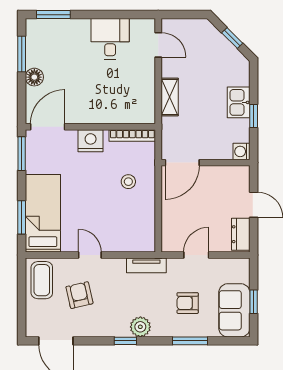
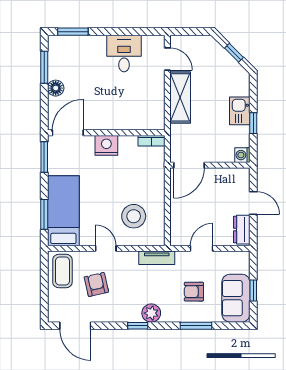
shelving: (170, 97) -> (180, 97), width x1.50, depth x1.33
bookcase: (132, 136) -> (152, 141), width x0.64
stool: (128, 182) -> (134, 216), moved, width x1.89, depth x1.89

